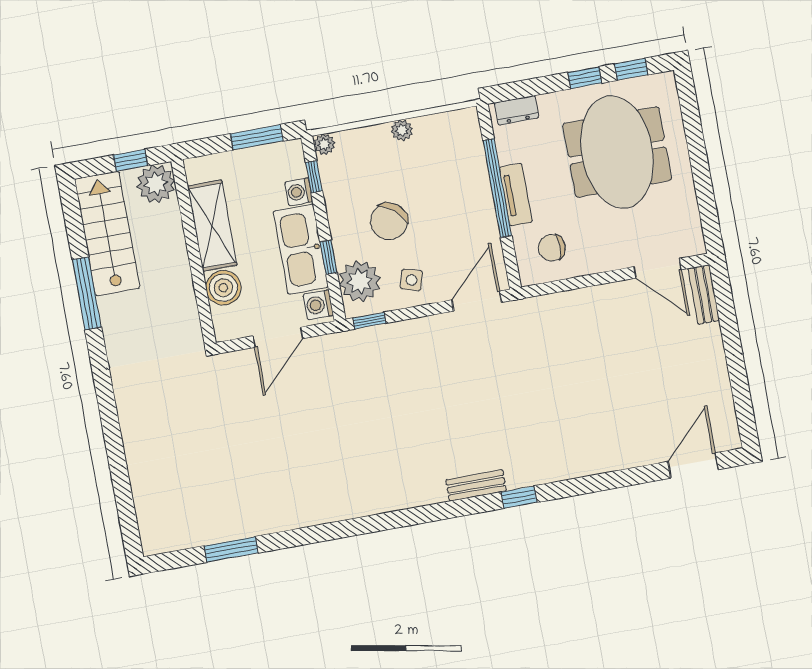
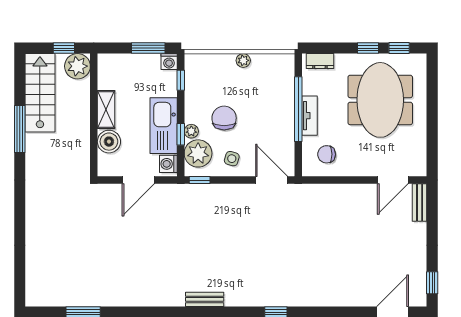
plant: (324, 144) -> (191, 131), moved
washing machine: (299, 192) -> (169, 61), moved, turned -90
chair: (389, 221) -> (224, 118), turned 140
shelving: (212, 226) -> (106, 110), width x0.67, depth x0.75
door: (658, 268) -> (393, 180), hinge flipped
door: (477, 301) -> (272, 180), hinge flipped
window: (744, 411) -> (432, 283), added
bench: (476, 485) -> (205, 299), moved

